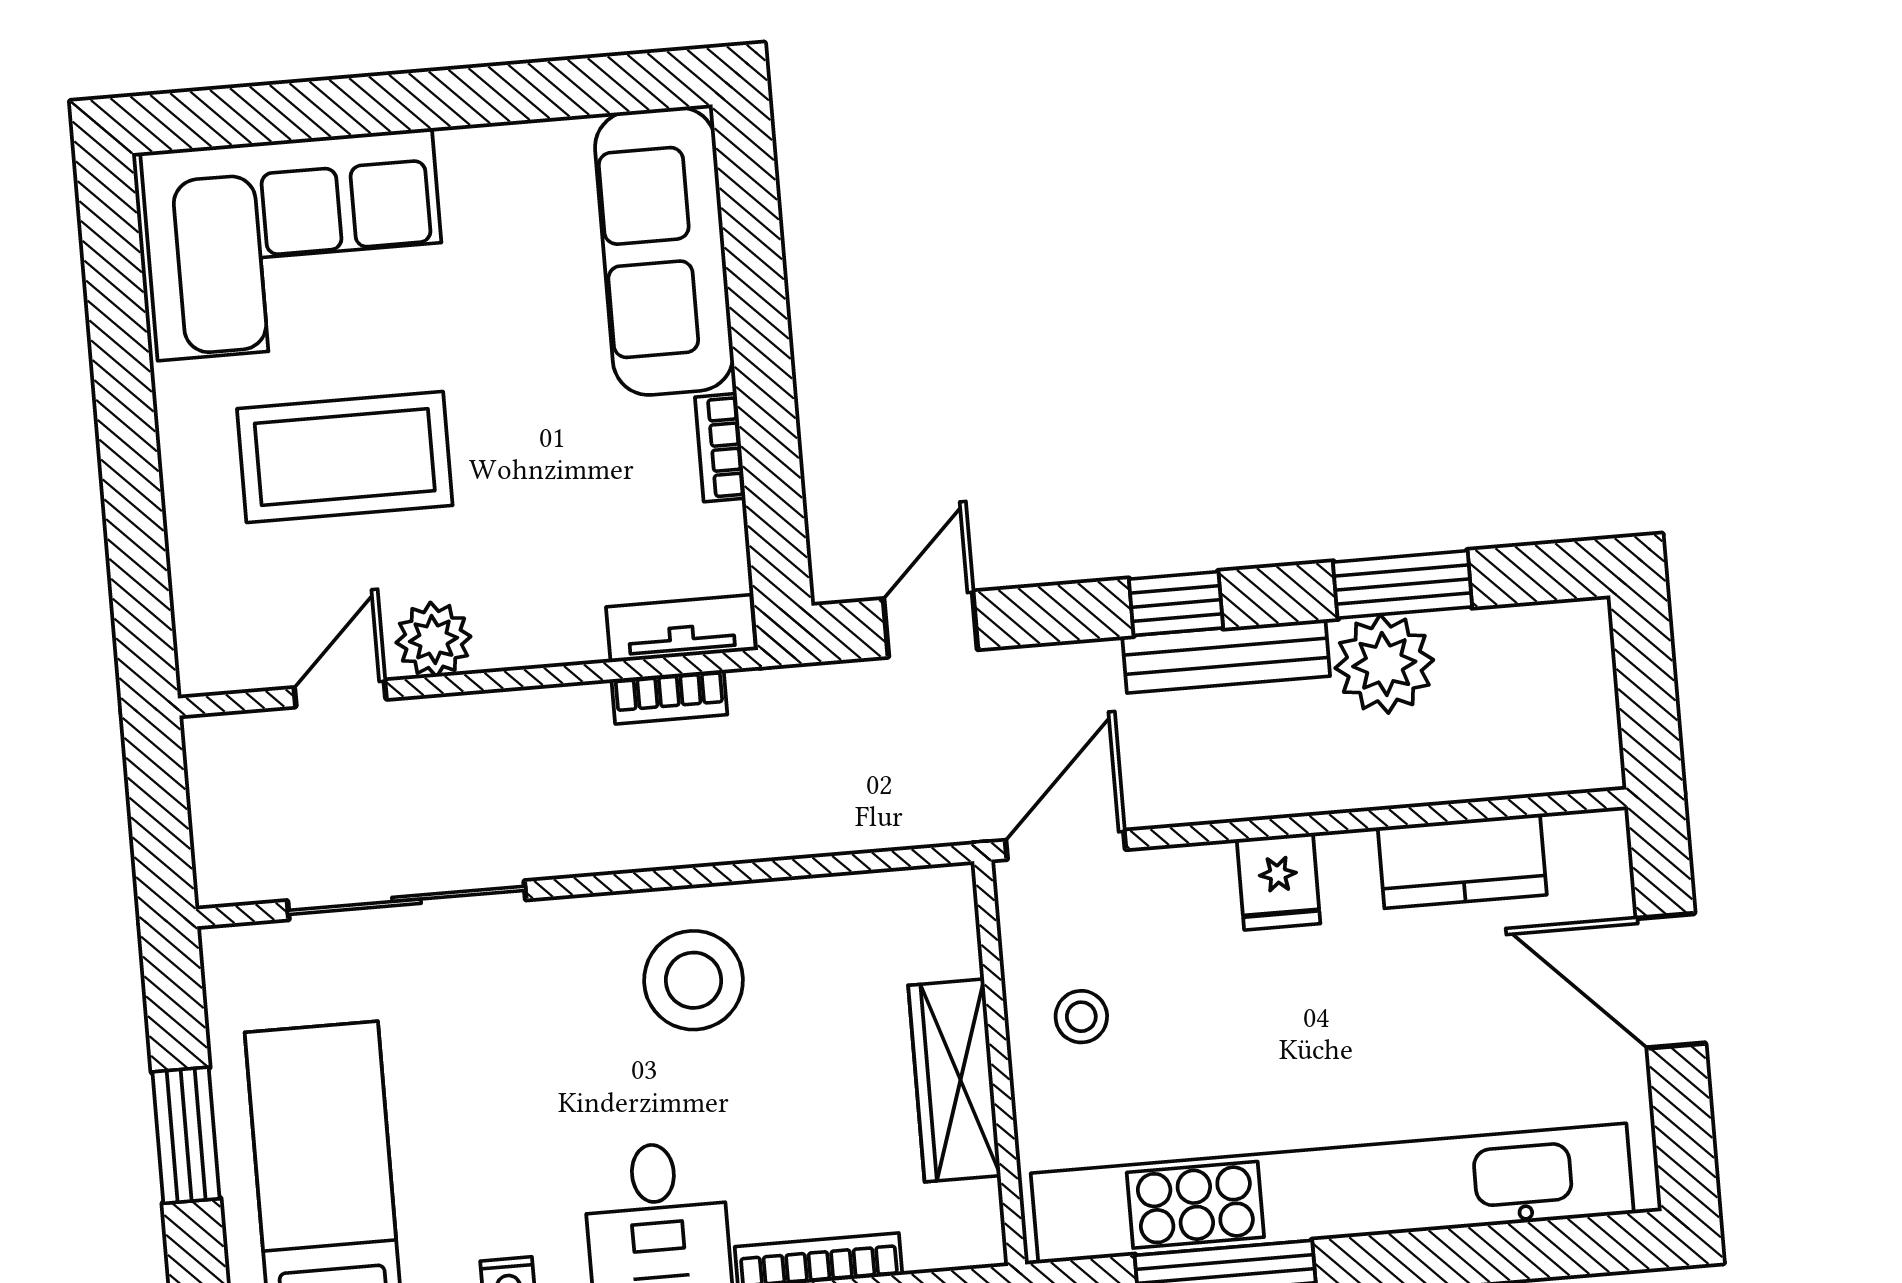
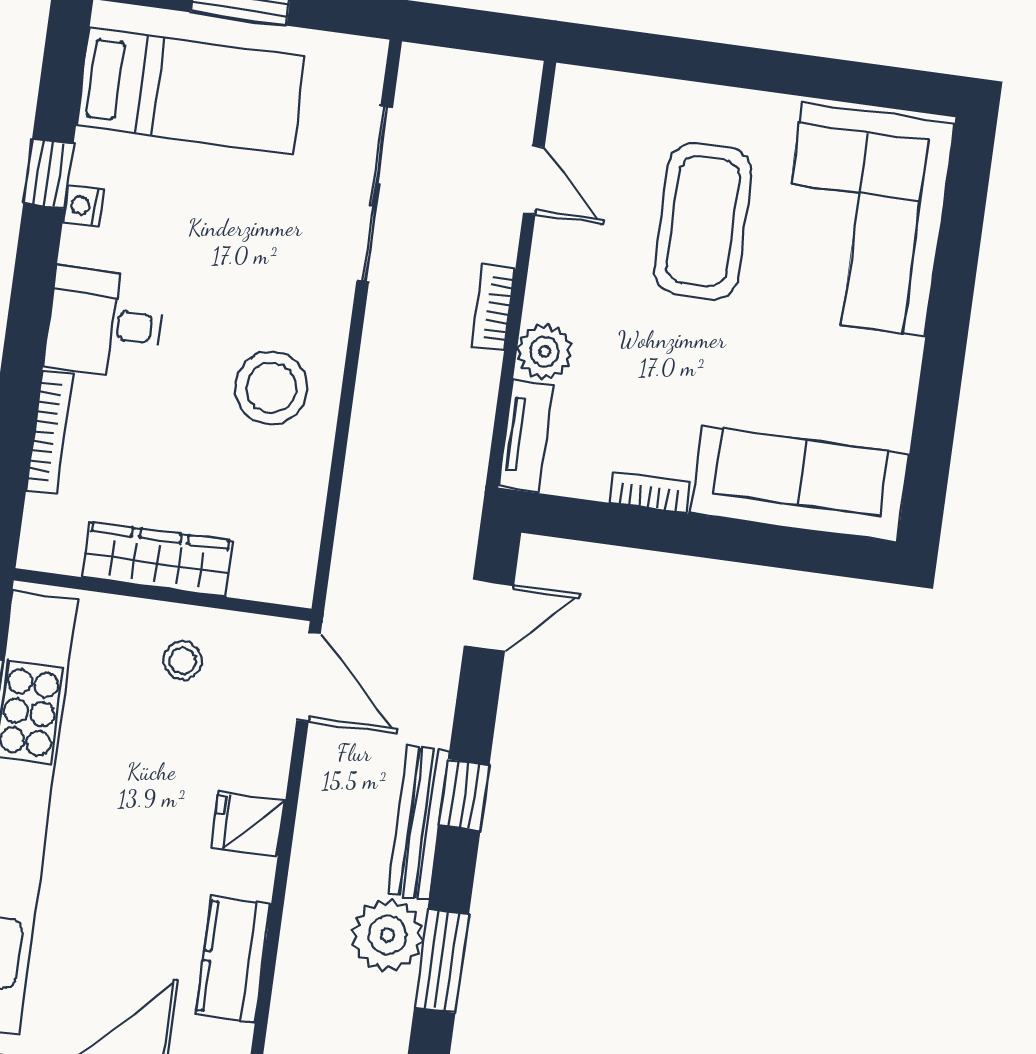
door: (931, 624) -> (489, 615), hinge flipped
plant: (433, 640) -> (544, 352), moved
bookcase: (669, 697) -> (493, 308), moved

